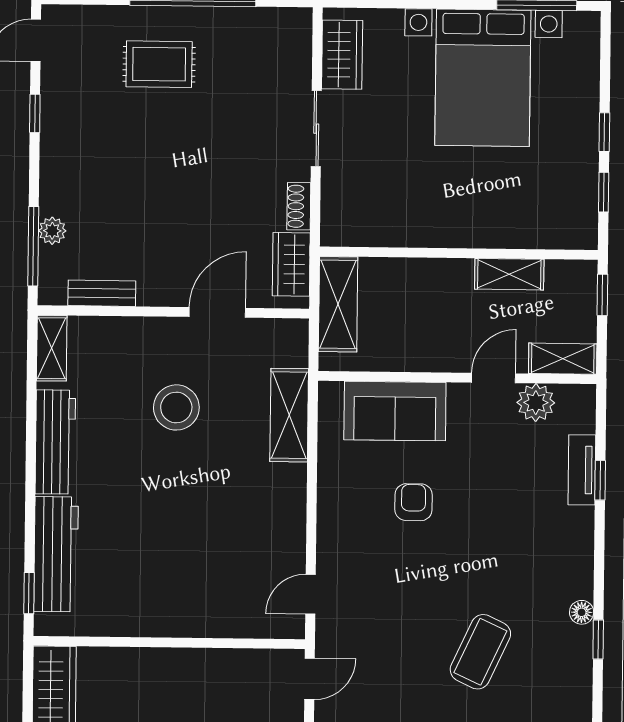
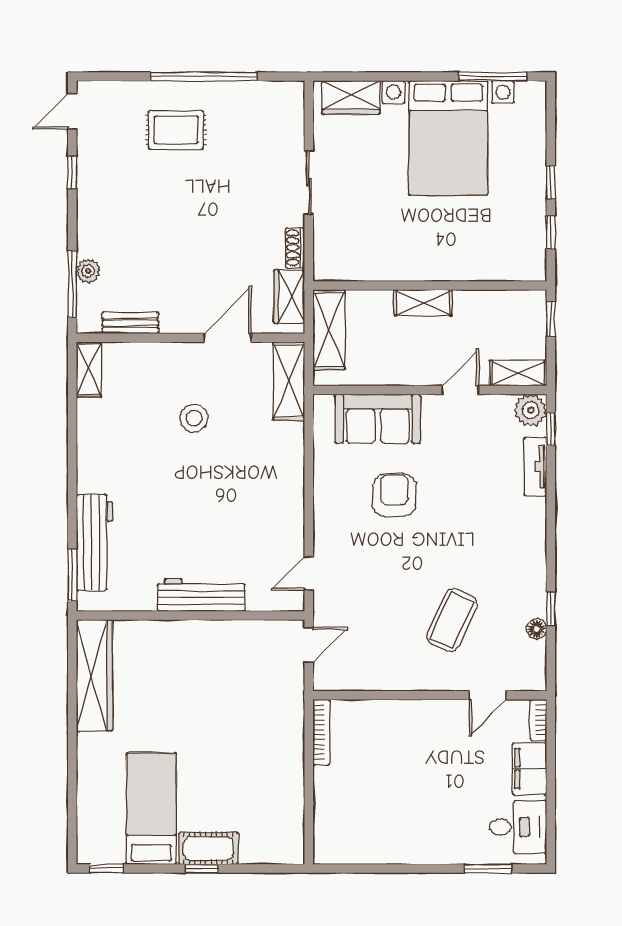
wardrobe: (342, 55) -> (351, 97), moved, turned 90
shelving: (509, 274) -> (423, 303), moved
plant: (536, 403) -> (531, 410), moved
stool: (176, 407) -> (194, 418), width x0.73, depth x0.73
shelving: (289, 415) -> (289, 381), moved
workbench: (55, 442) -> (201, 595), moved, turned -90
window: (600, 480) -> (551, 429), moved
armchair: (414, 502) -> (394, 495), width x1.38, depth x1.38
window: (29, 593) -> (72, 575), width x1.50
floor lamp: (582, 612) -> (537, 629), moved

